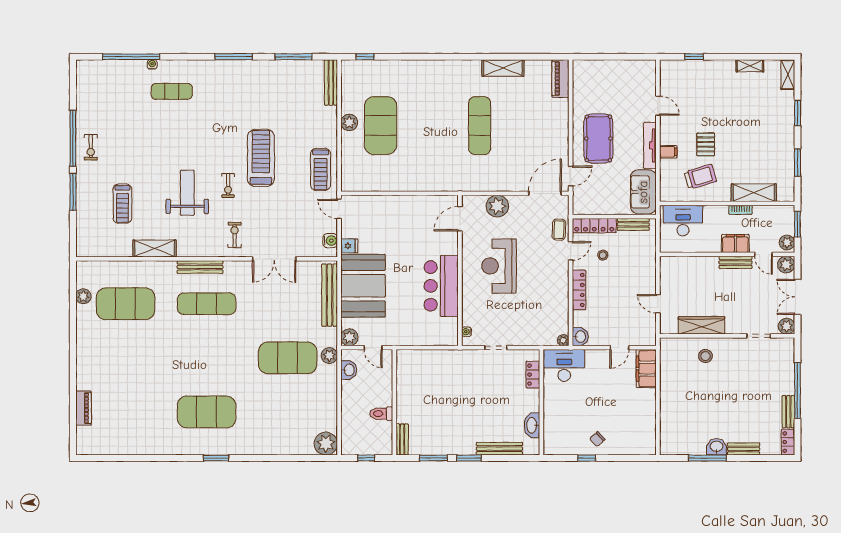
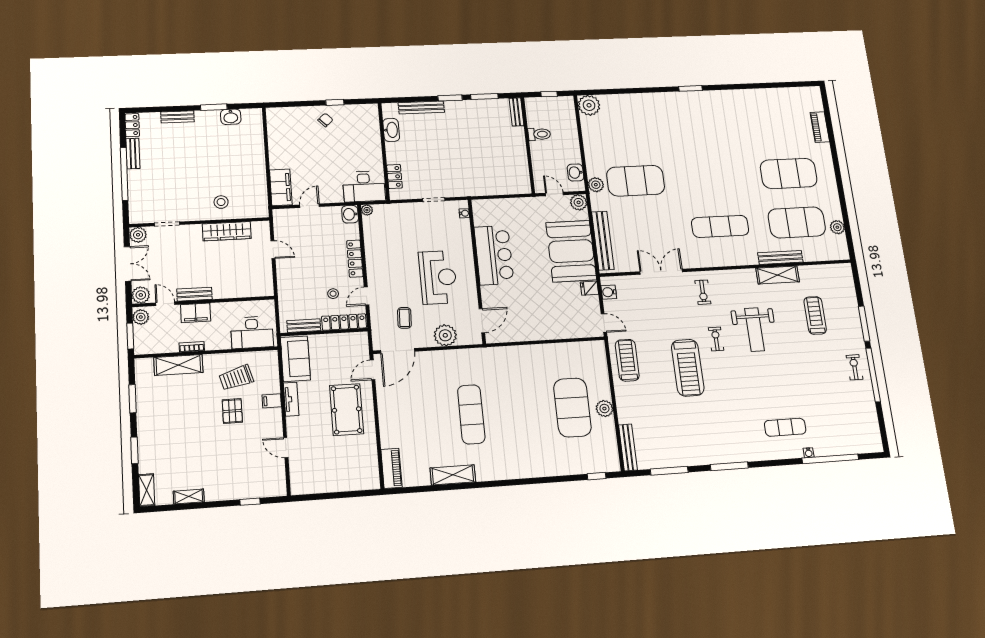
tv unit: (650, 145) -> (291, 399), width x0.71
coffee table: (559, 230) -> (404, 318), moved
bench: (200, 267) -> (780, 257), moved
exercise mat: (207, 412) -> (789, 173), moved
washbasin: (717, 447) -> (231, 117), moved
window: (707, 458) -> (214, 107), width x0.69

